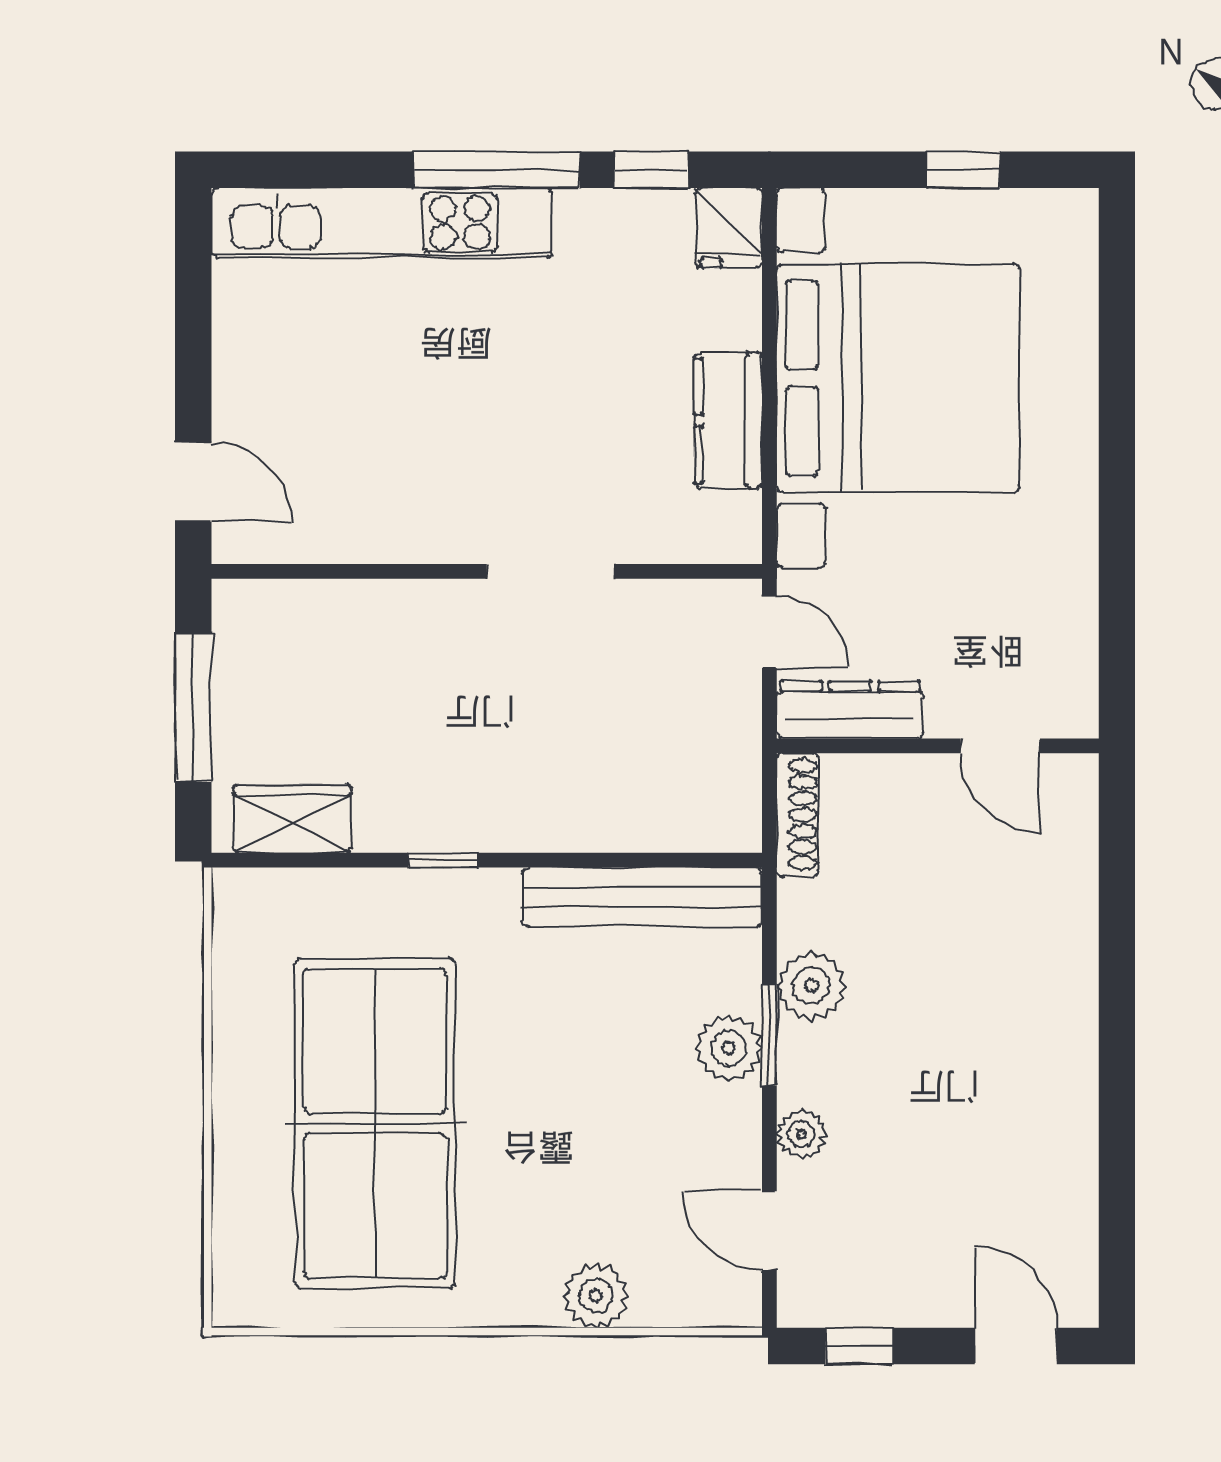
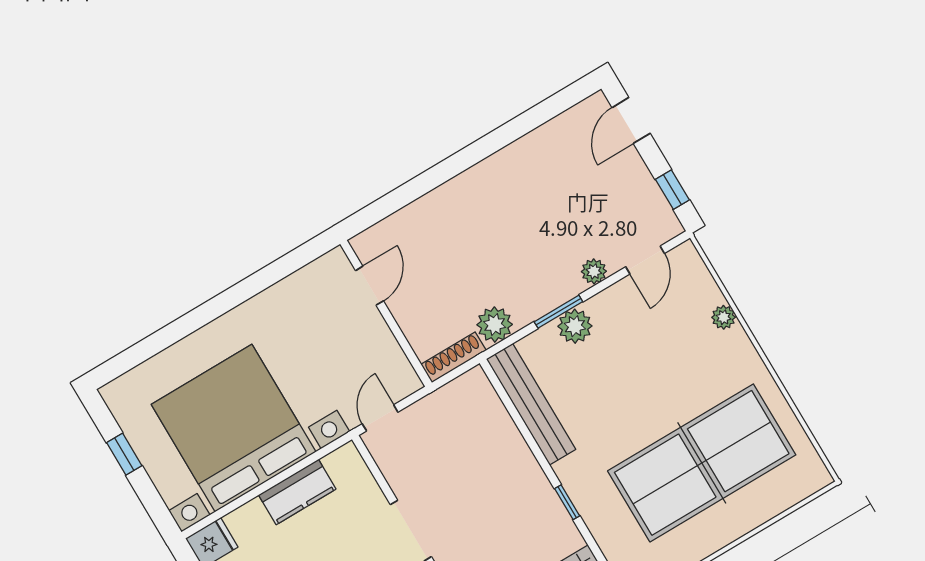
dresser: (850, 710) -> (393, 362), removed
plant: (811, 986) -> (495, 325), moved
plant: (596, 1296) -> (724, 317), width x0.73, depth x0.73

